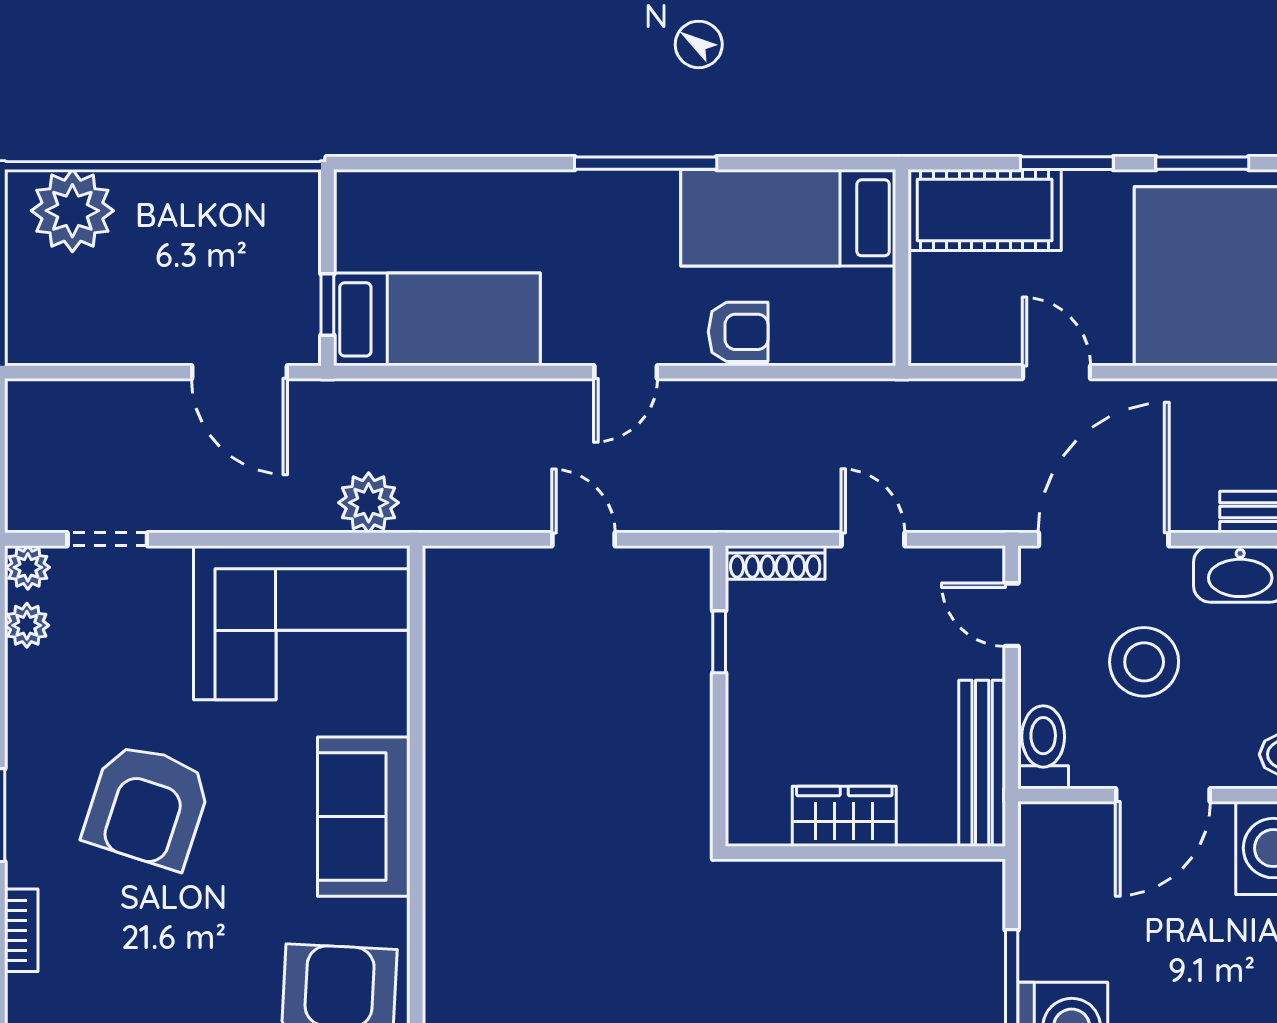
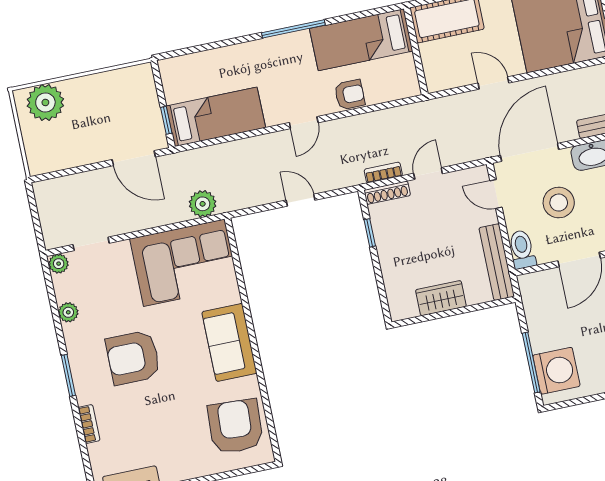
bookcase: (776, 517) -> (383, 173), added
door: (873, 539) -> (428, 173), hinge flipped
plant: (27, 625) -> (68, 312), moved
armchair: (147, 806) -> (133, 358), turned 72

